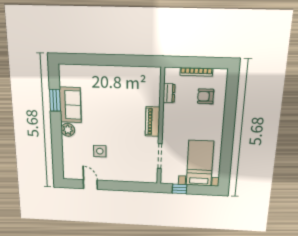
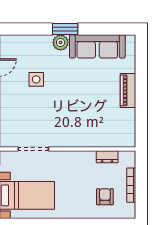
window: (55, 100) -> (65, 29), moved
sofa: (70, 105) -> (97, 46), width x1.36
piano: (153, 122) -> (128, 90), moved, turned -90

